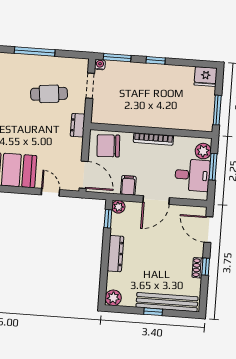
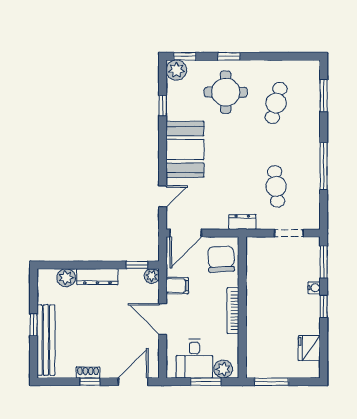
water cooler: (100, 65) -> (314, 288), moved
fridge: (206, 77) -> (309, 348), moved
plant: (113, 298) -> (66, 278), moved

